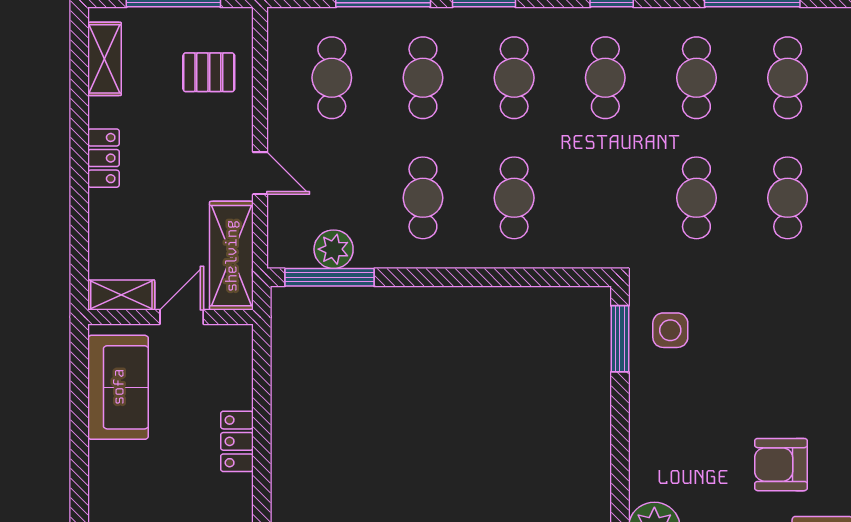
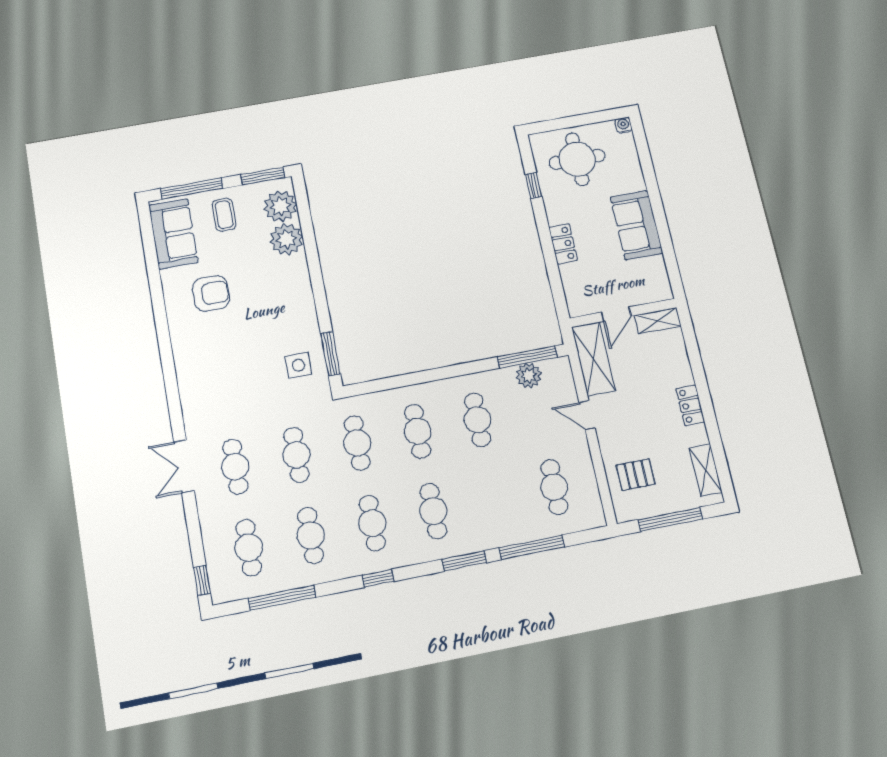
cafe table: (423, 78) -> (357, 443), moved
sofa: (118, 387) -> (636, 225), moved

